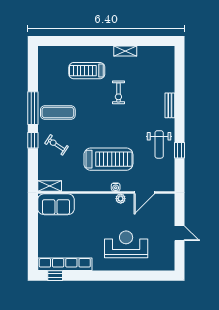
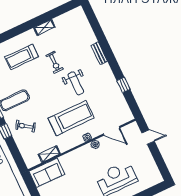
weight bench: (159, 144) -> (76, 83), moved
shelving: (50, 186) -> (49, 154), moved
door: (144, 193) -> (111, 131), hinge flipped
door: (180, 233) -> (148, 137), moved

